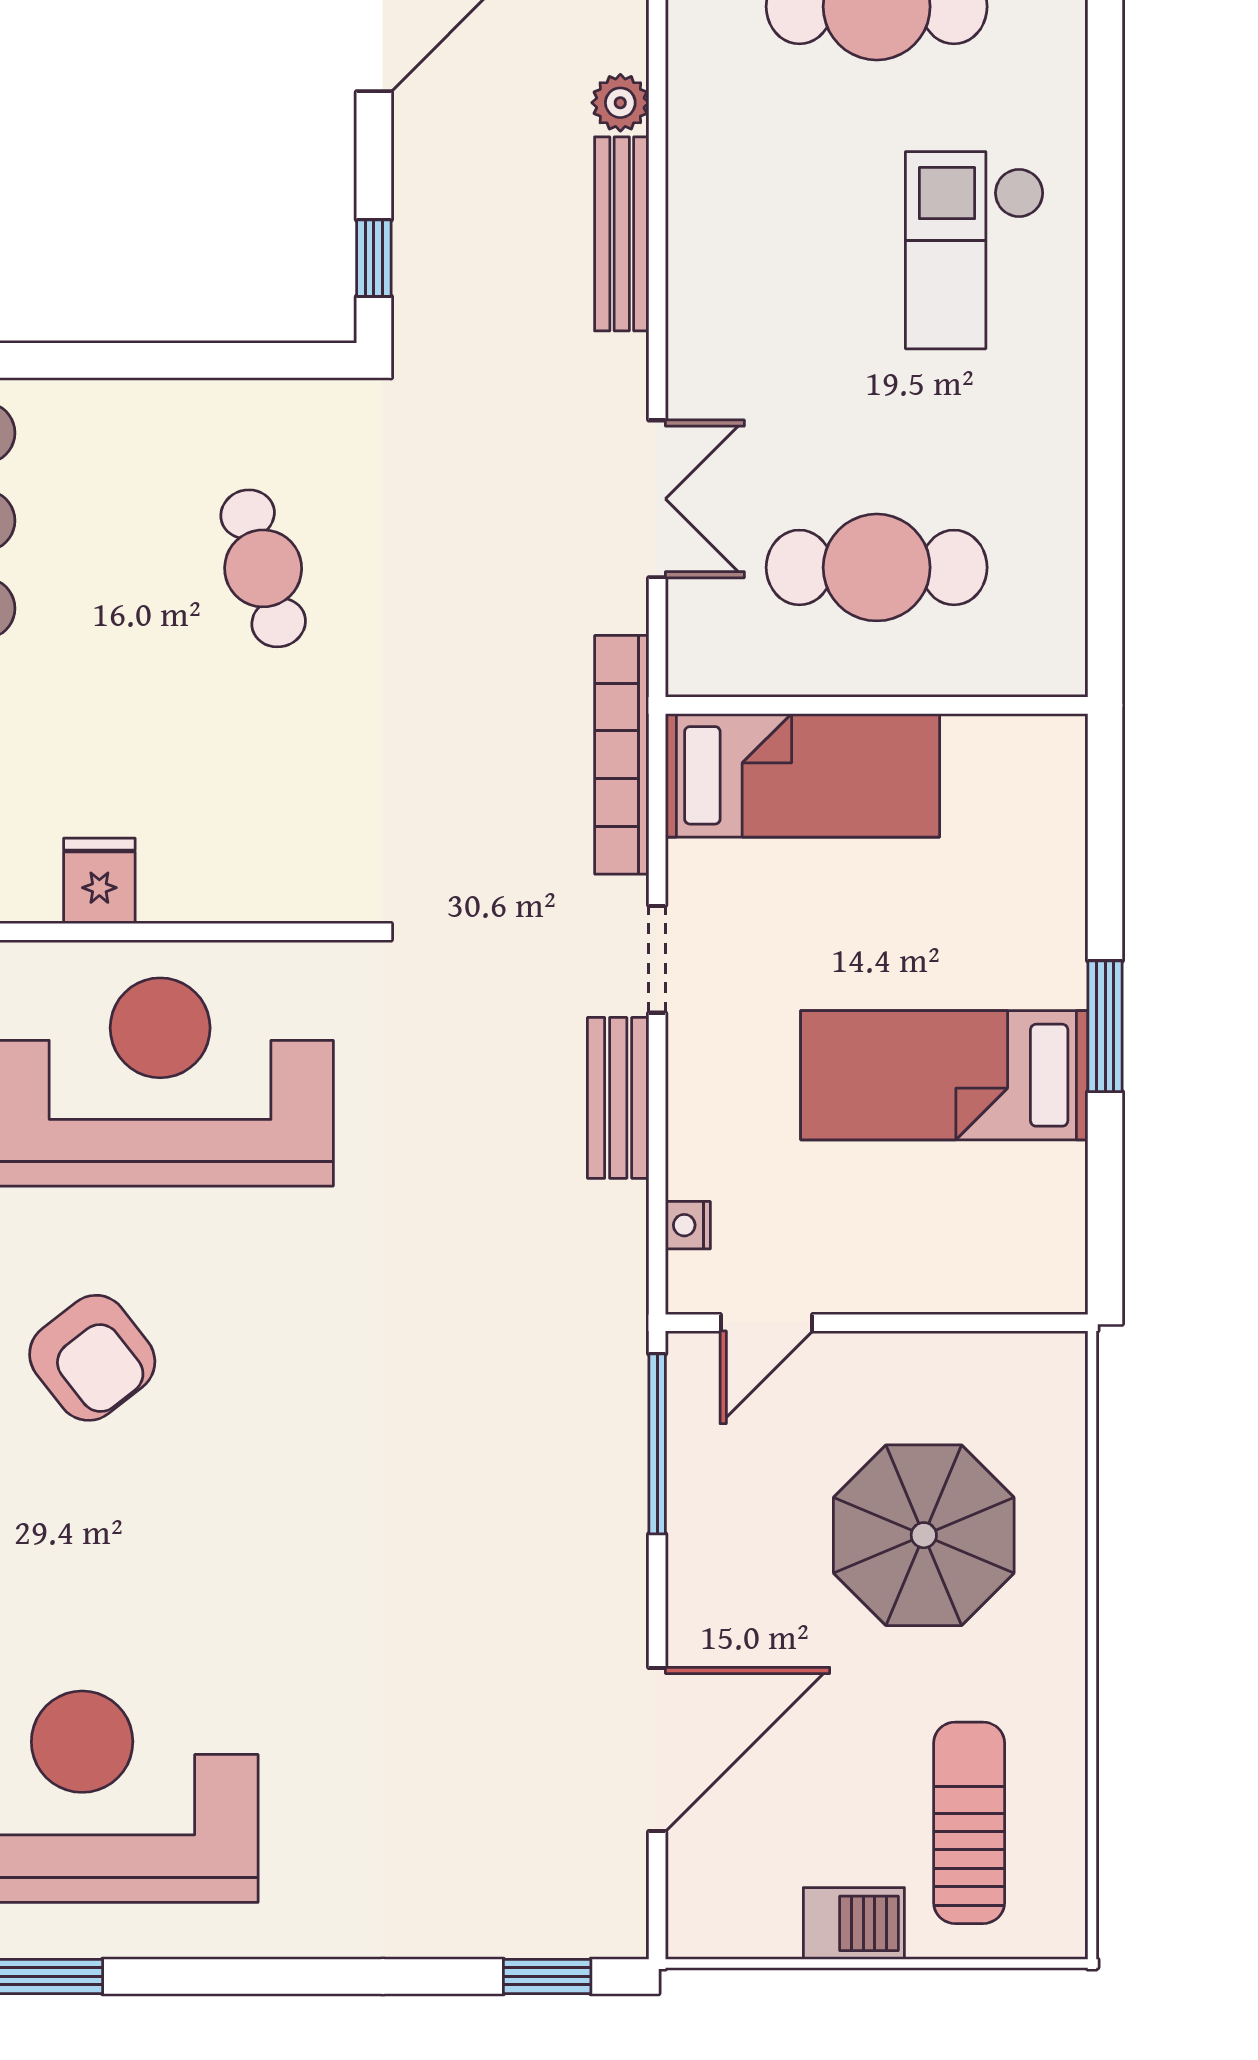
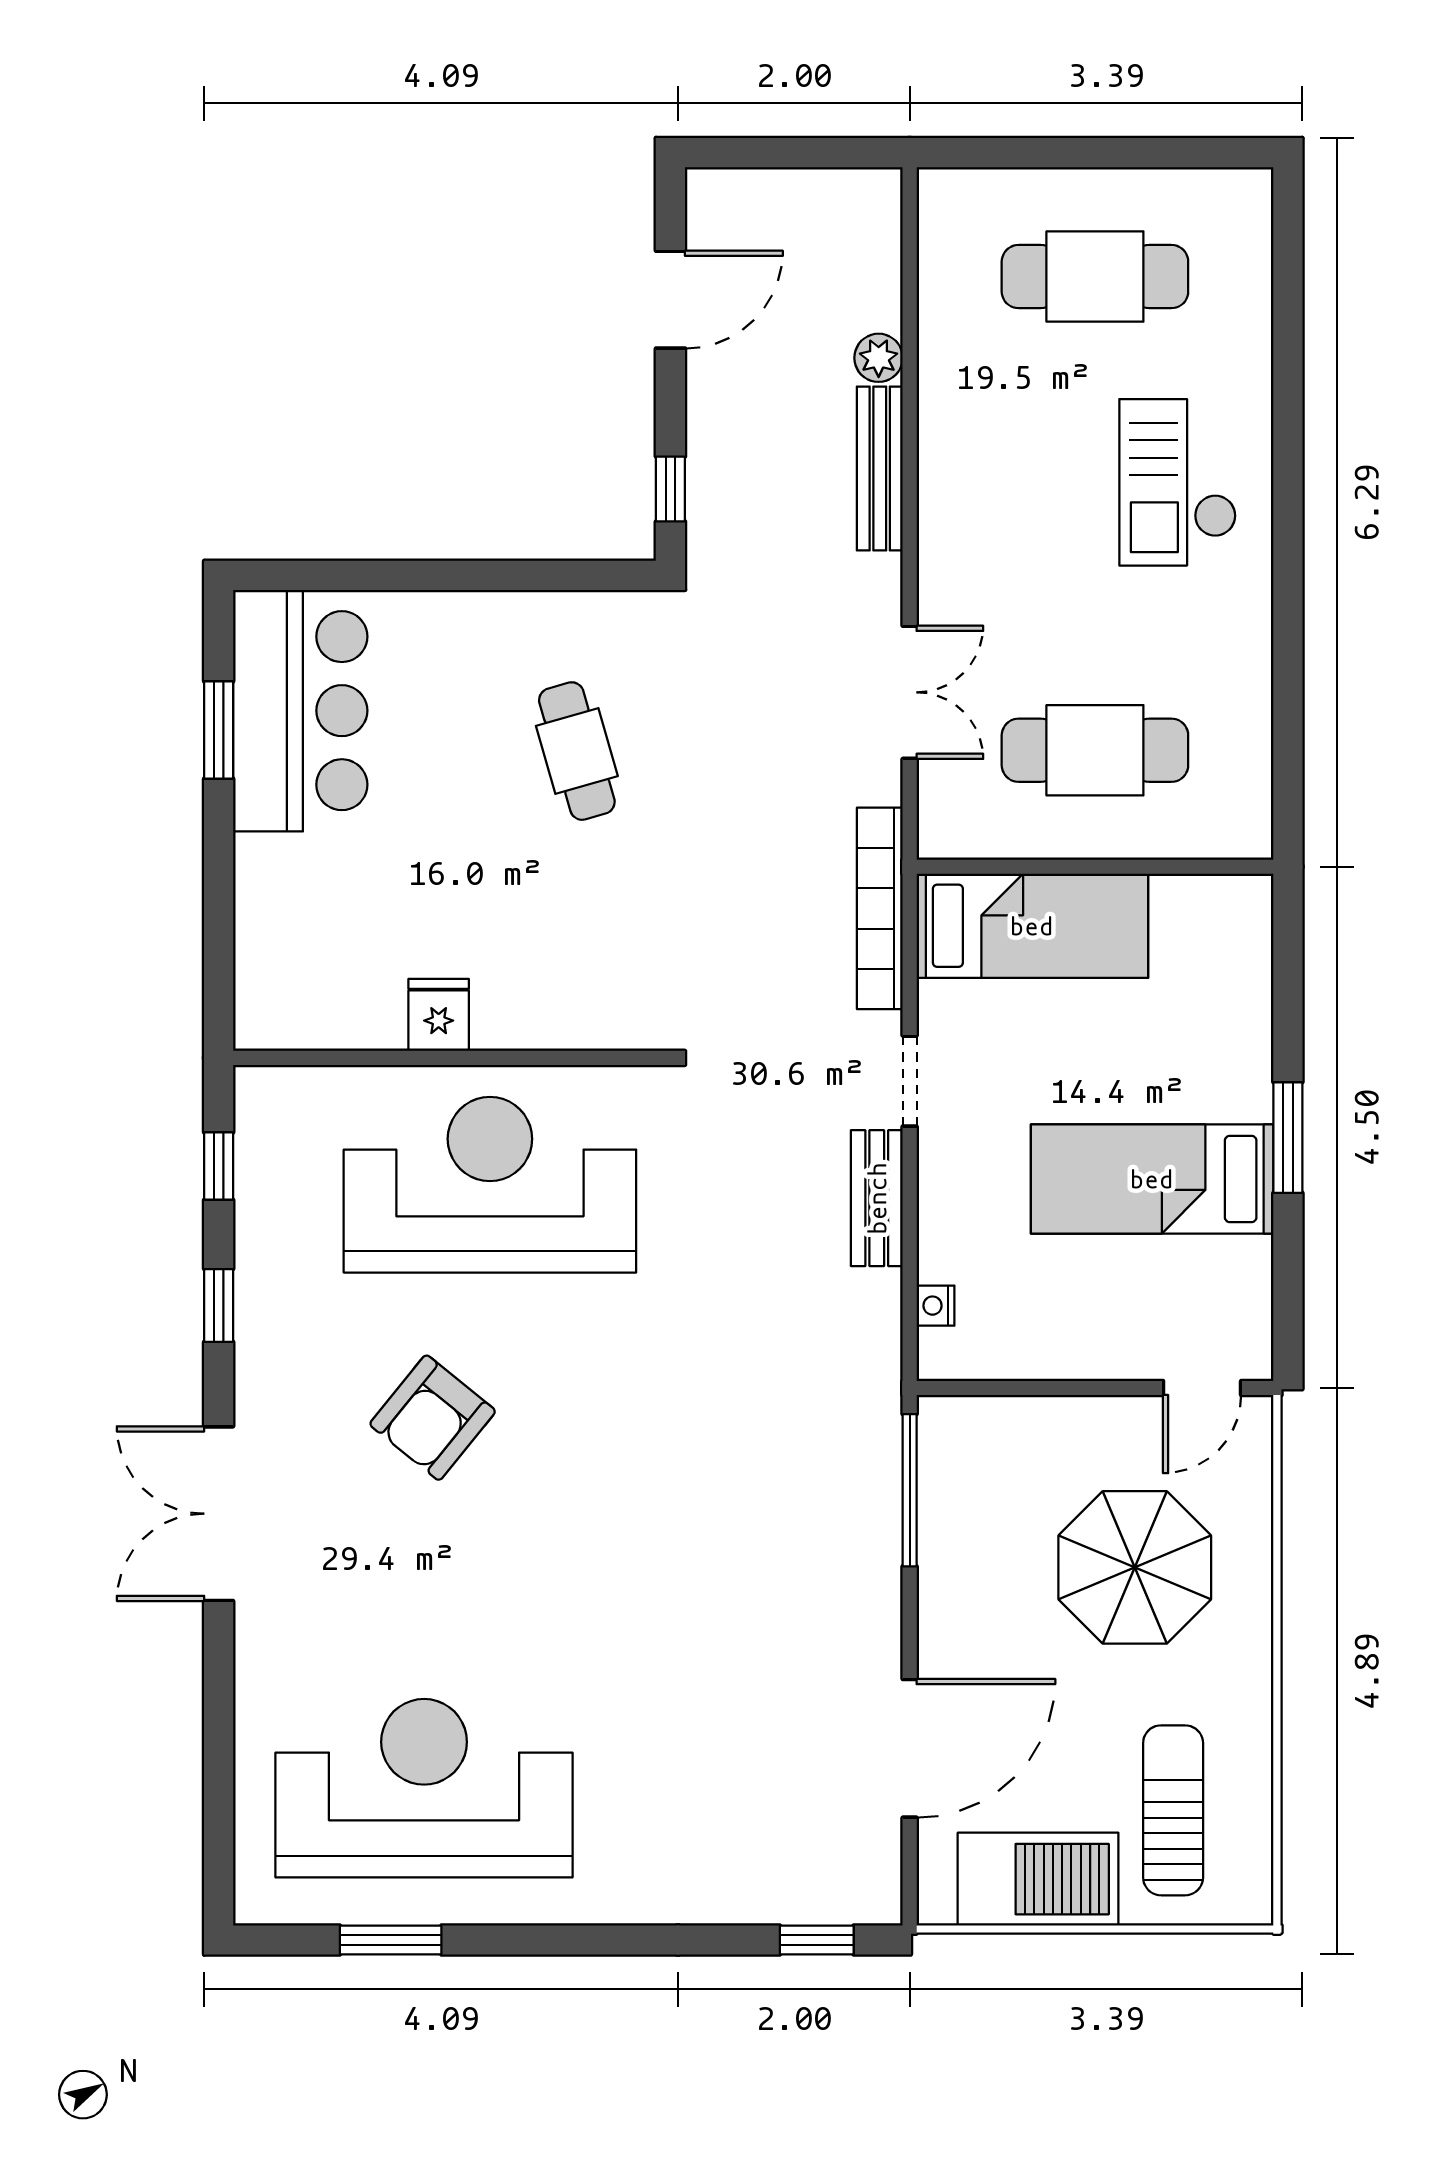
door: (766, 1323) -> (1202, 1388), moved
armchair: (92, 1358) -> (433, 1418), turned 77
barbecue: (854, 1923) -> (1038, 1879), width x1.88, depth x1.53

